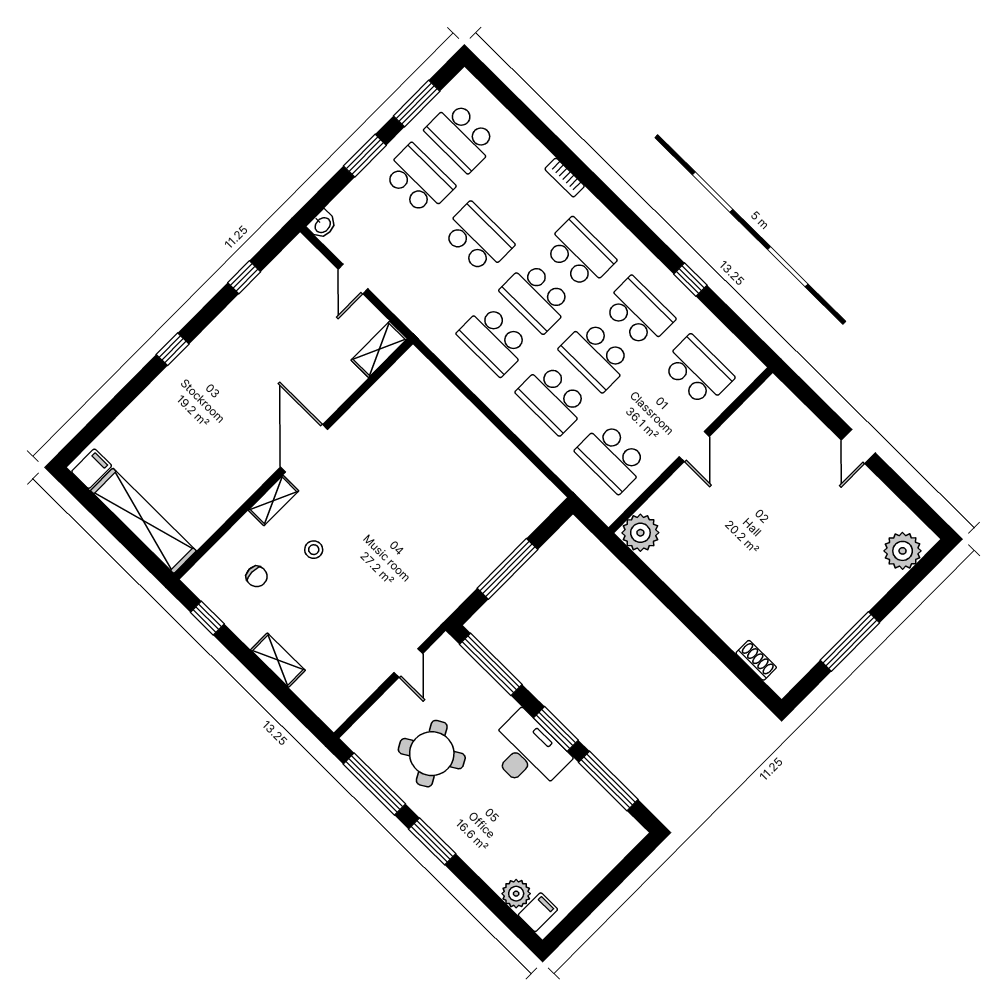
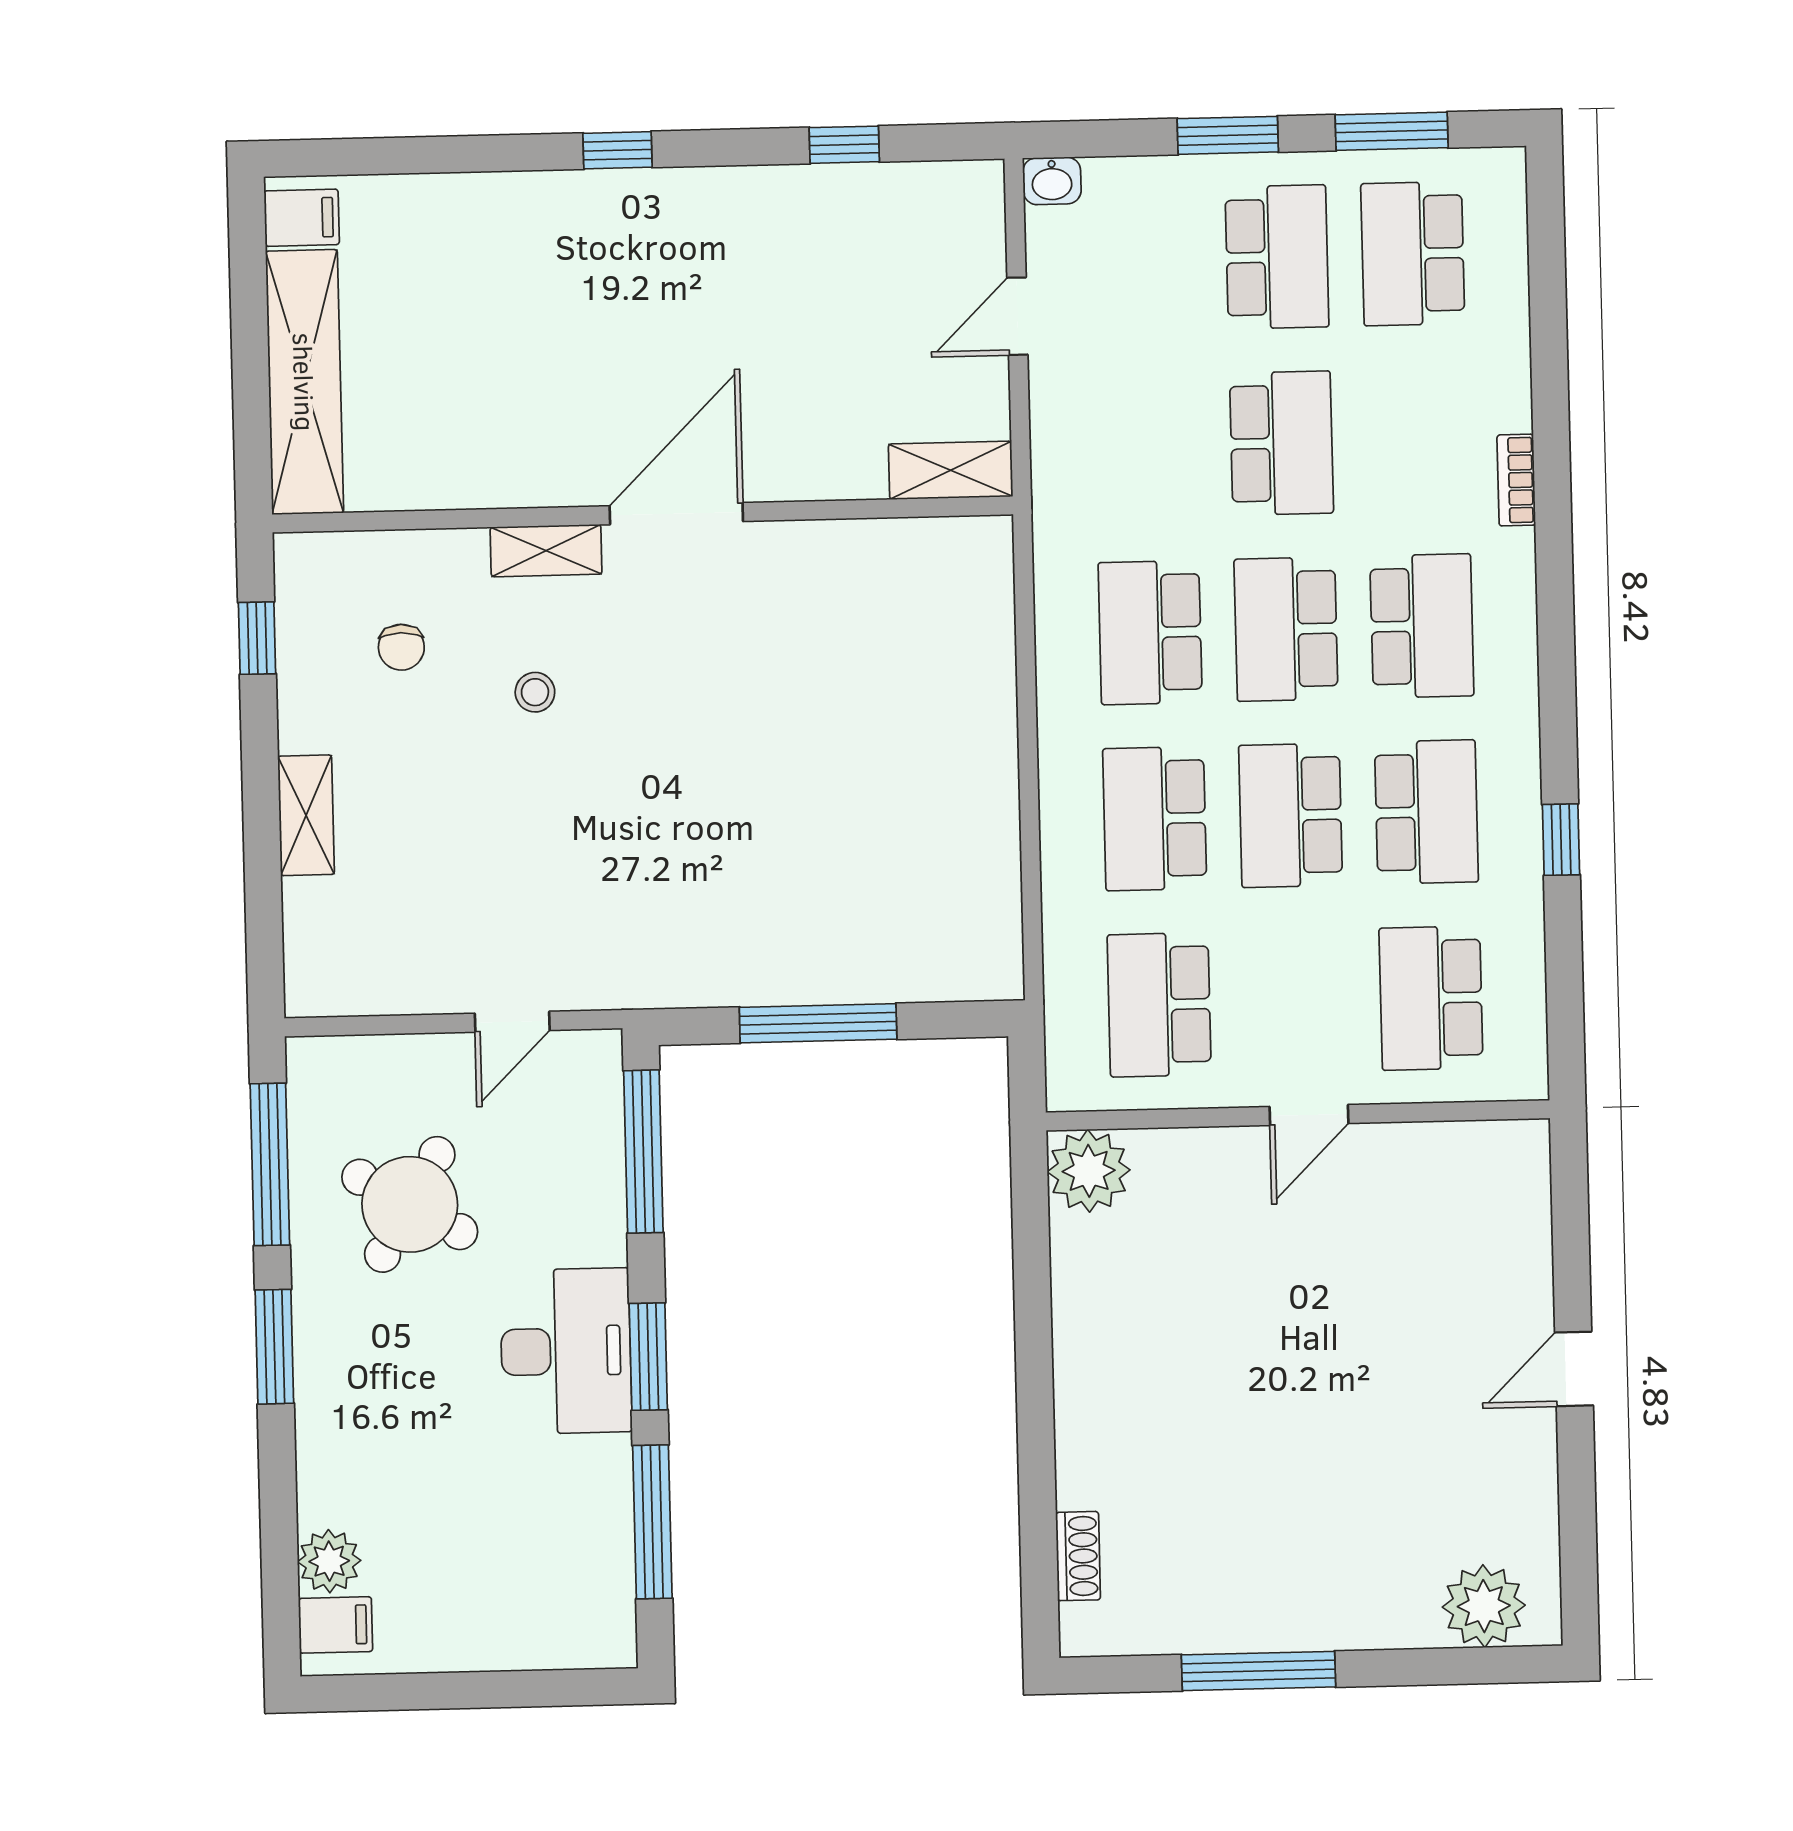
school desk: (697, 371) -> (1431, 998), turned 180
round table: (432, 754) -> (410, 1204), turned -30

